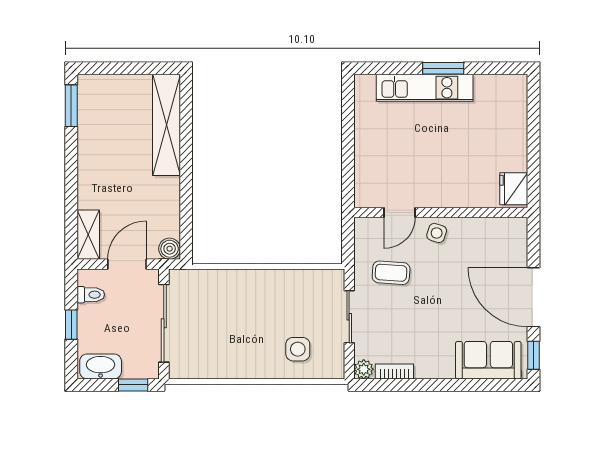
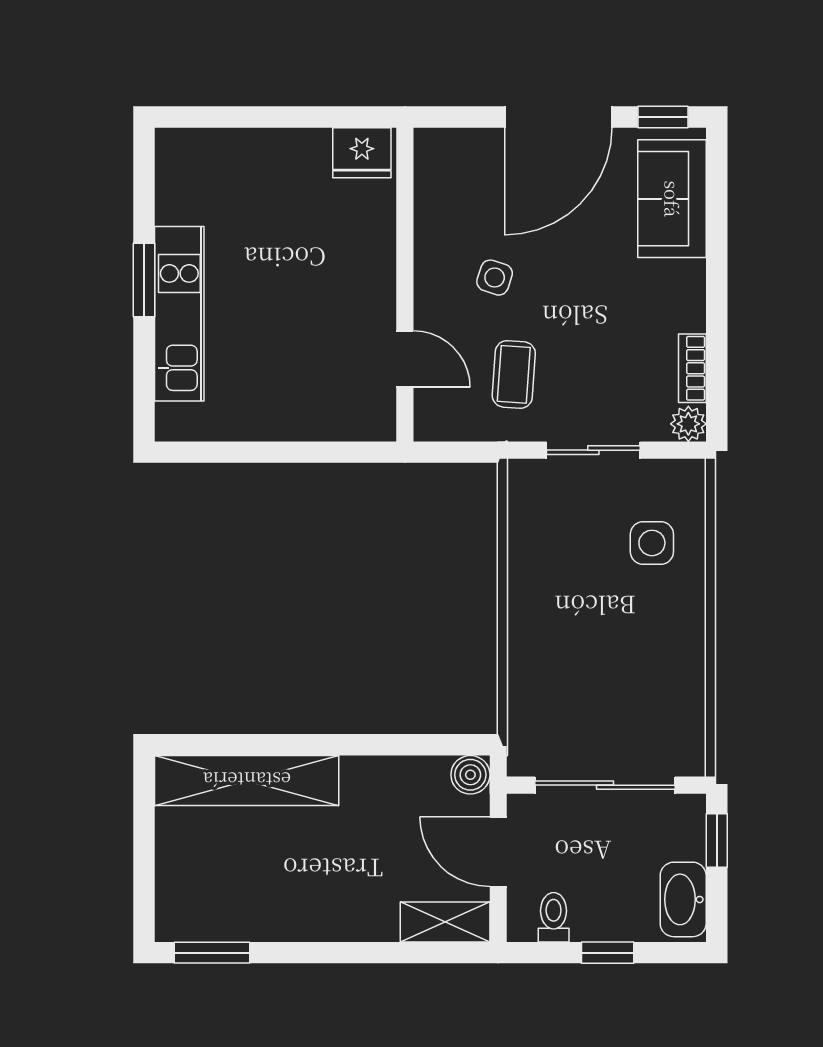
side table: (437, 233) -> (495, 278), moved

